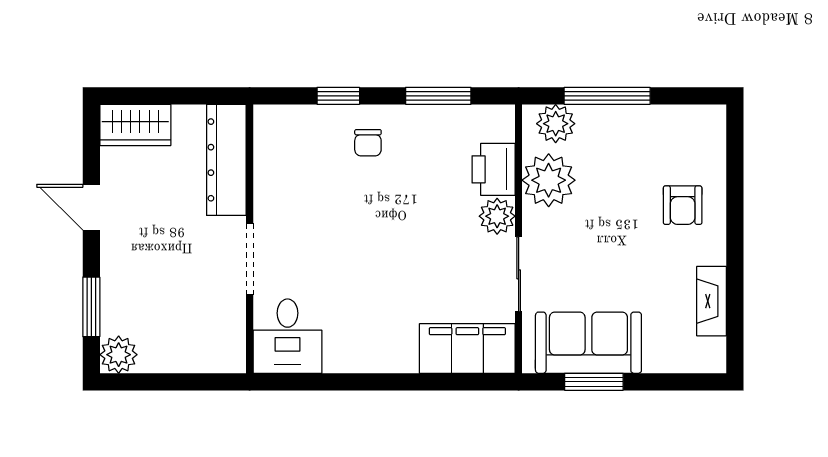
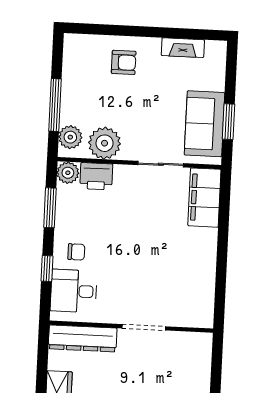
plant: (497, 216) -> (68, 173), moved
desk: (288, 336) -> (74, 291), moved, turned 180

